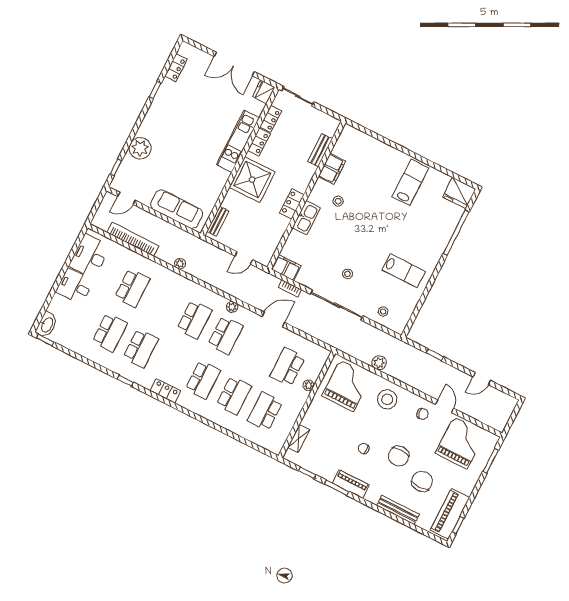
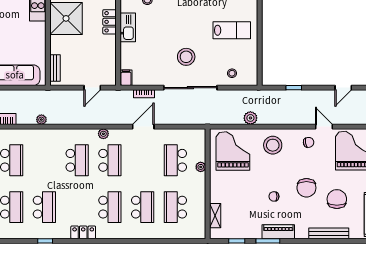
filing cabinet: (286, 268) -> (126, 78), width x0.50
stool: (348, 274) -> (186, 57), width x1.89, depth x1.89

